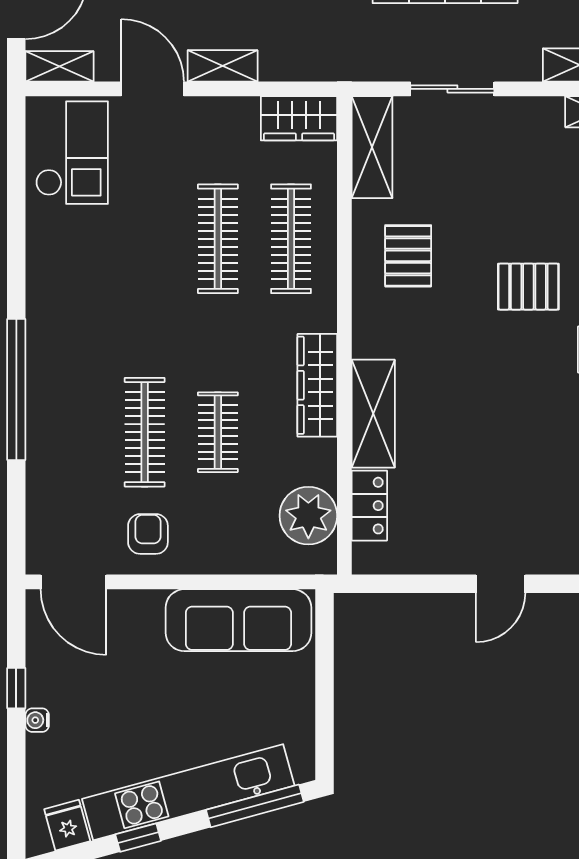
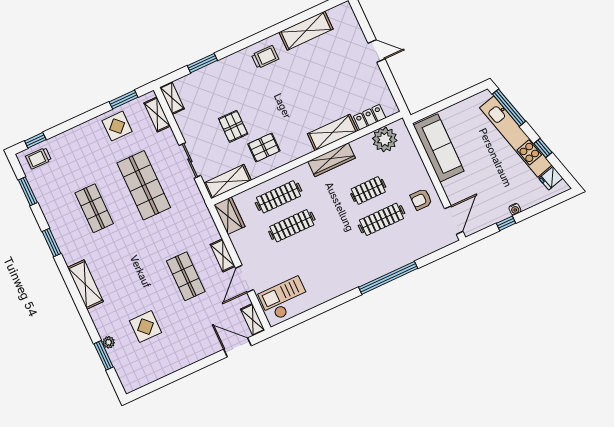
pallet: (528, 287) -> (233, 126), moved

